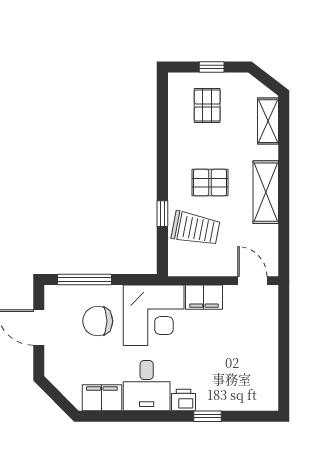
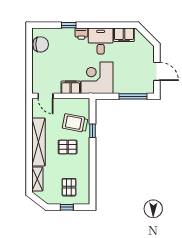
shelving: (266, 192) -> (38, 142), width x1.47
chair: (98, 321) -> (41, 44), moved

